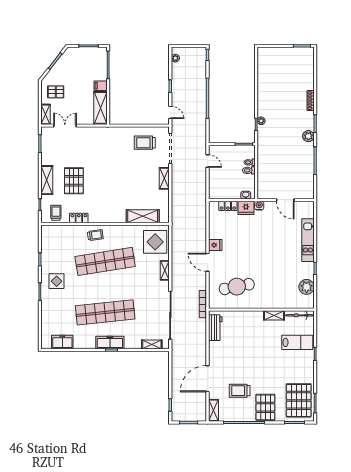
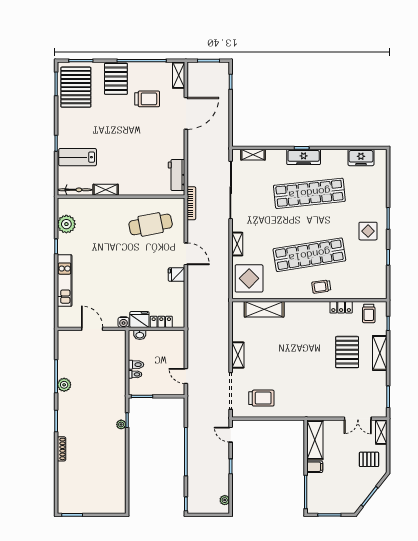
plant: (308, 136) -> (64, 385), moved

